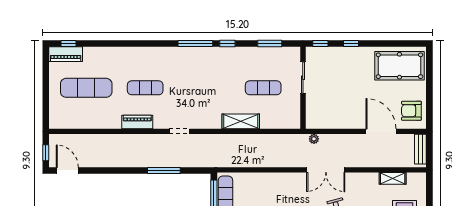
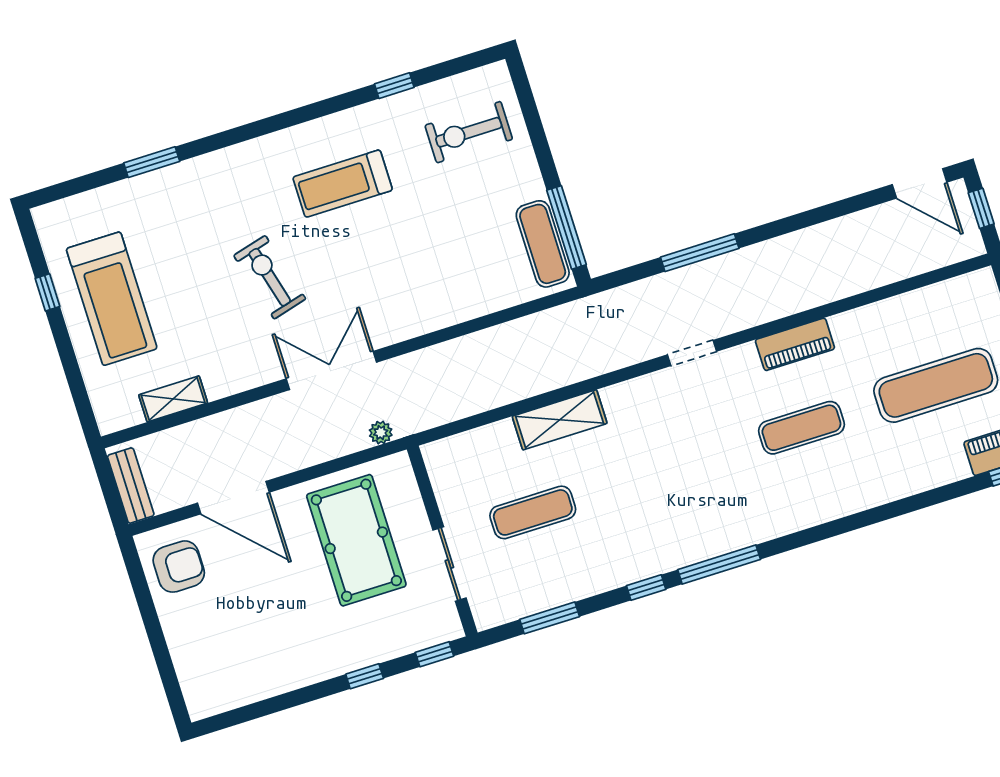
pool table: (399, 66) -> (356, 540), moved, turned 90

